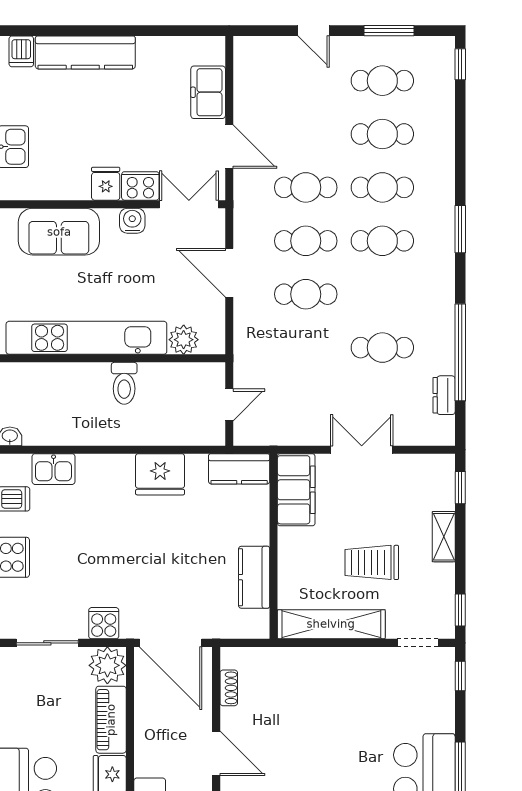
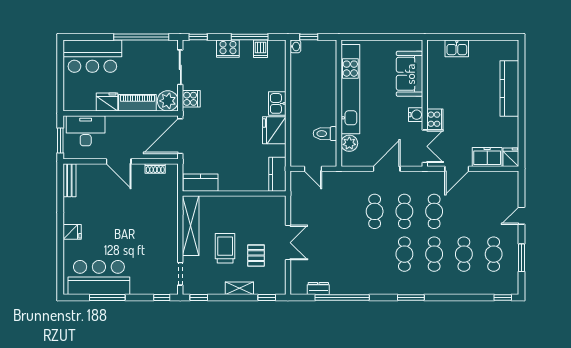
dishwasher: (21, 51) -> (510, 53), removed
fridge: (106, 184) -> (511, 157), moved, turned -90
cafe table: (382, 348) -> (345, 254), removed
toilet: (124, 383) -> (325, 134), moved
kitchen sink: (54, 469) -> (277, 103), moved
filing cabinet: (296, 490) -> (266, 206), removed
pallet: (385, 507) -> (256, 256), added
kitchen counter: (254, 577) -> (201, 183), moved
door: (216, 753) -> (119, 161), hinge flipped

